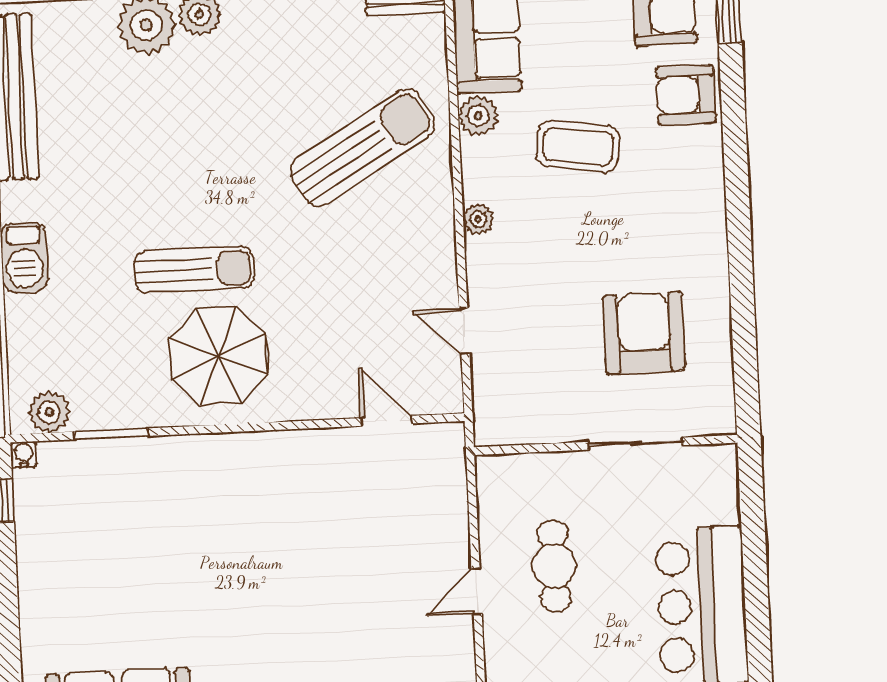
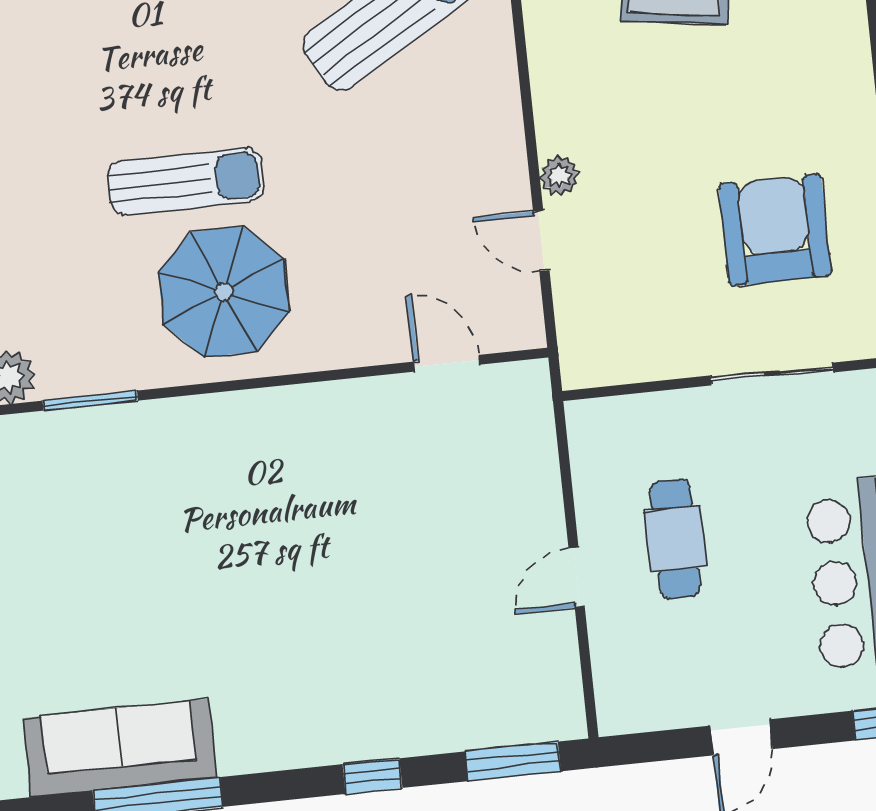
plant: (478, 219) -> (559, 176), moved

